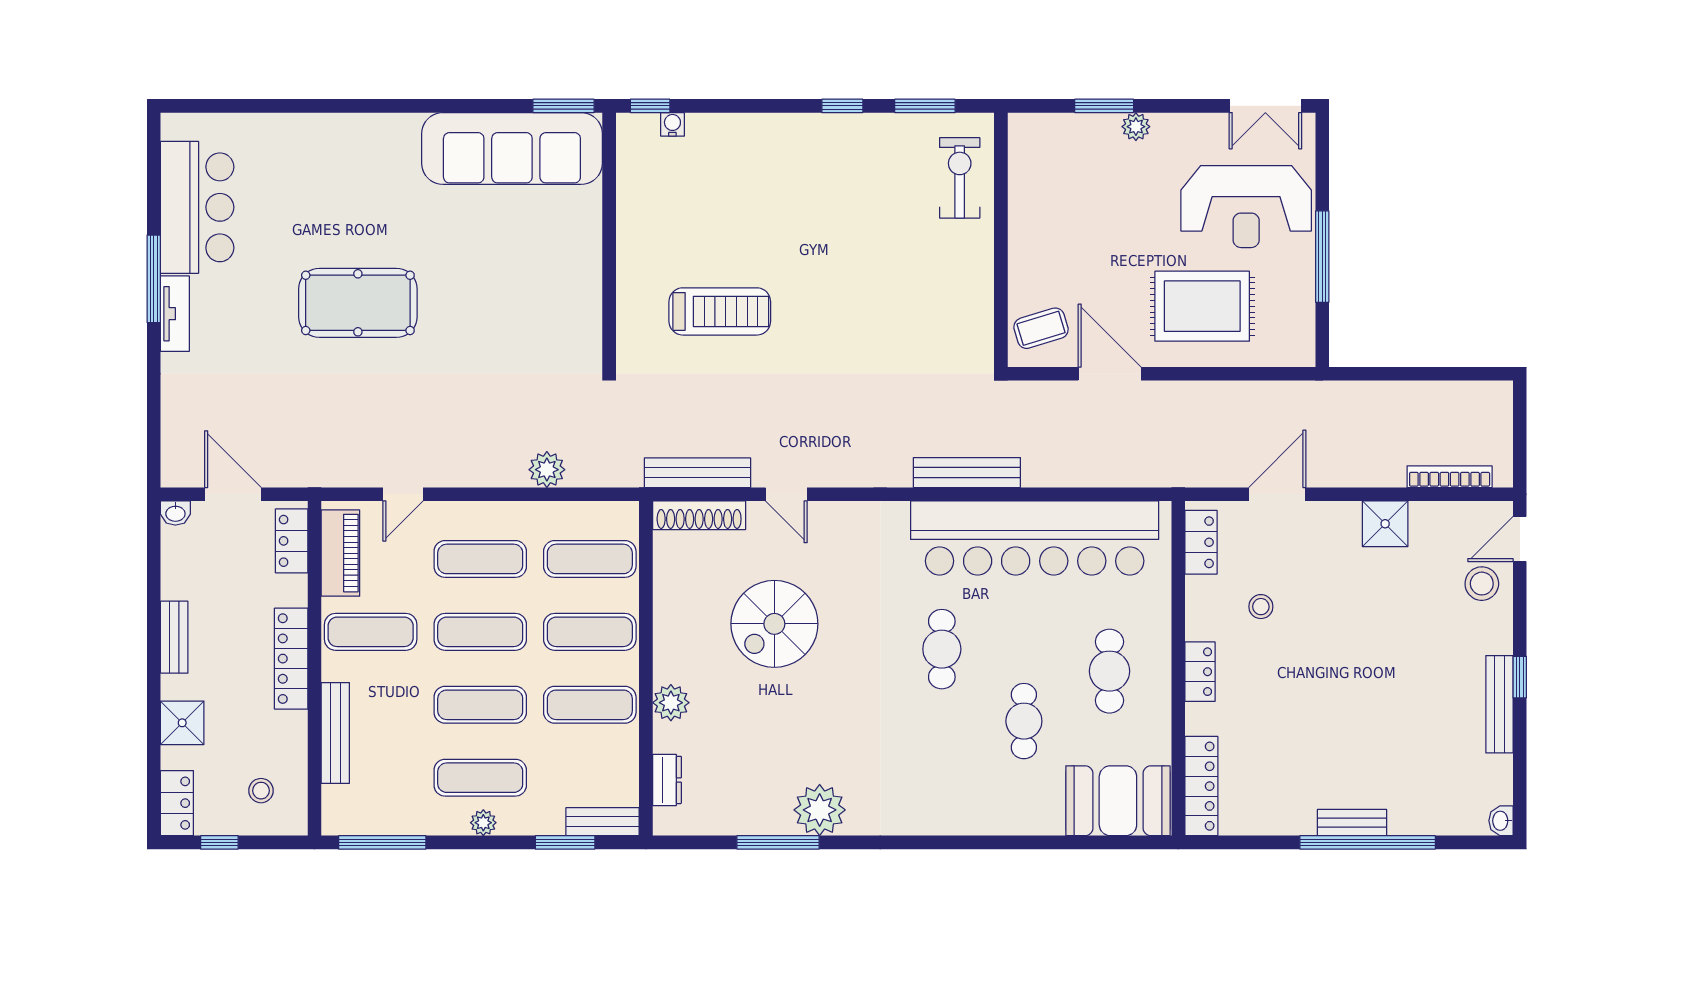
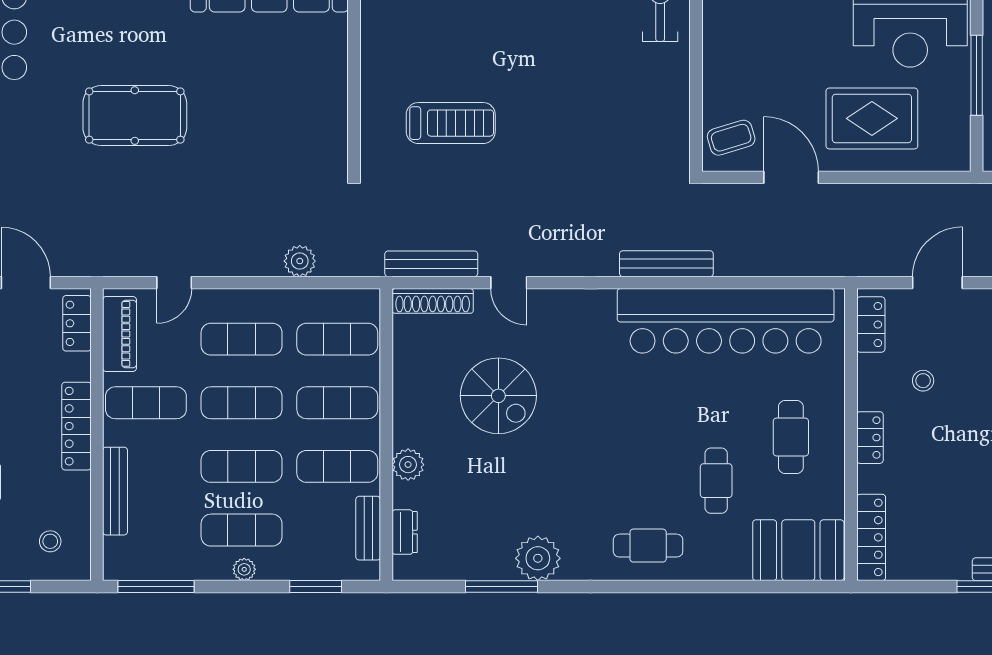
spiral stairs: (774, 624) -> (498, 396), turned -90
cafe table: (942, 649) -> (648, 546), moved, turned 90
bench: (603, 822) -> (368, 528), moved, turned 90

